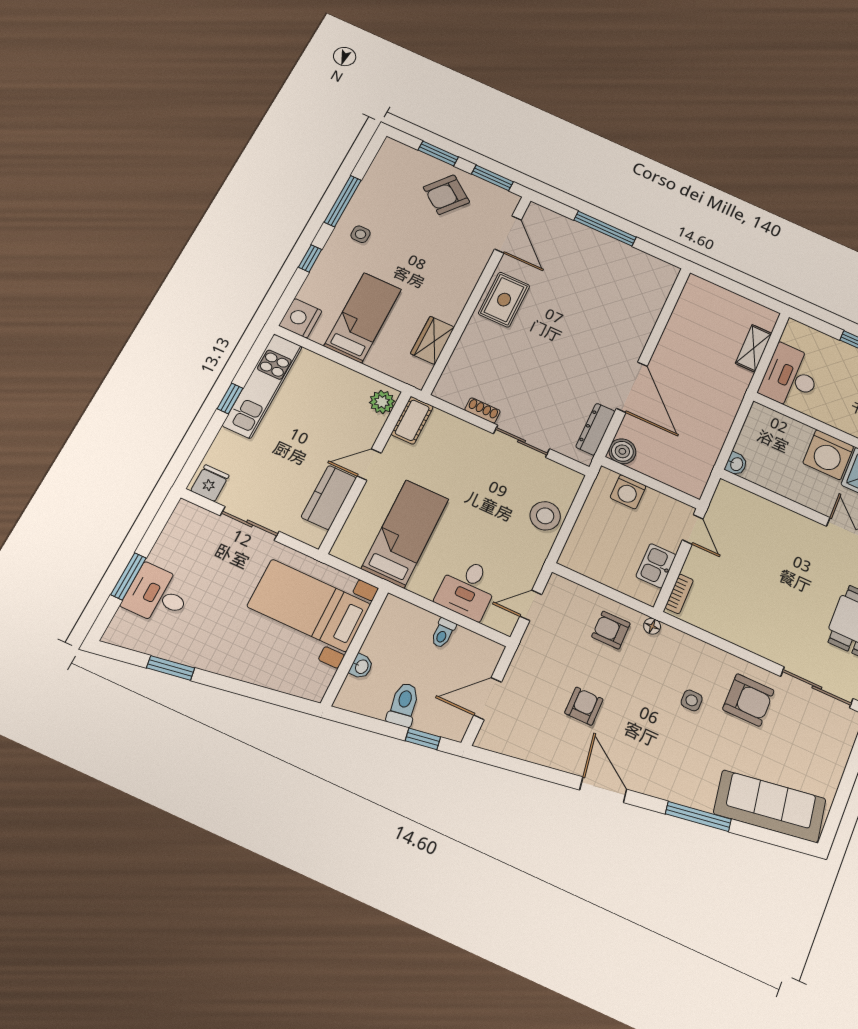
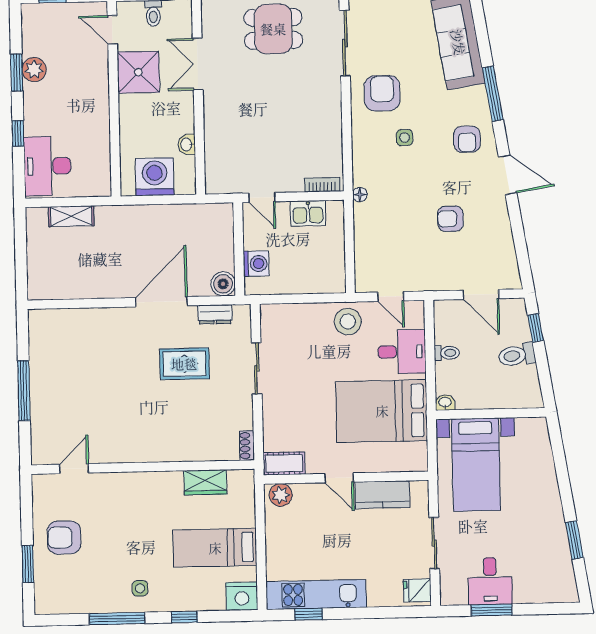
window: (492, 178) -> (27, 508), removed
armchair: (446, 195) -> (64, 537), turned 142
door: (508, 234) -> (74, 469), width x0.73
rug: (504, 300) -> (184, 364), moved
desk: (791, 377) -> (47, 166), moved, turned 90
window: (230, 398) -> (309, 614), moved
shoe rack: (483, 410) -> (247, 446), moved
dresser: (595, 429) -> (215, 314), width x0.70
washing machine: (828, 455) -> (155, 177), moved, turned -90
washbasin: (736, 464) -> (187, 144), moved, turned -90
stool: (545, 516) -> (348, 322), moved
door: (693, 529) -> (262, 197), swing flipped
bed: (405, 534) -> (382, 411), width x1.50
window: (128, 576) -> (492, 610), moved
desk: (157, 595) -> (490, 581), moved
armchair: (611, 630) -> (467, 139), moved
washbasin: (361, 666) -> (445, 403), moved
door: (603, 790) -> (508, 175), swing flipped

